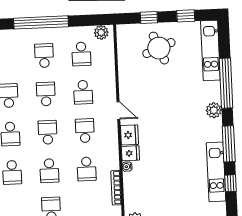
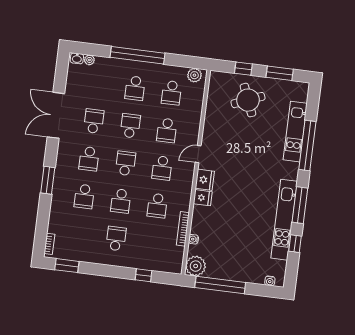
window: (186, 16) -> (280, 73), width x1.50
kitchen unit: (210, 50) -> (295, 132), moved
school desk: (44, 56) -> (135, 88), turned 180
plant: (214, 110) -> (291, 170), removed
door: (118, 111) -> (198, 154), swing flipped
school desk: (85, 131) -> (162, 168), turned 180
water cooler: (127, 167) -> (193, 239), moved
kitchen unit: (216, 172) -> (284, 220), width x1.36

